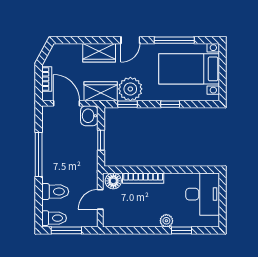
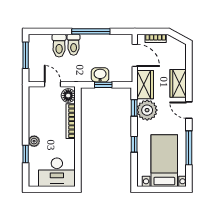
door: (66, 103) -> (135, 55), hinge flipped
washbasin: (89, 116) -> (100, 75), moved
toilet: (54, 218) -> (74, 45), moved

